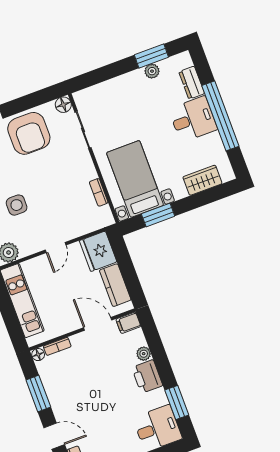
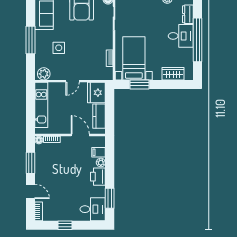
filing cabinet: (128, 323) -> (99, 152), moved

